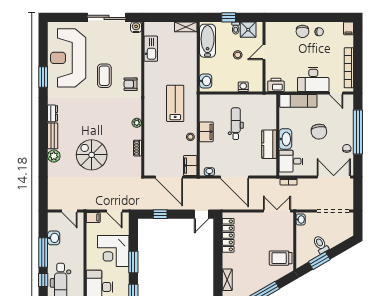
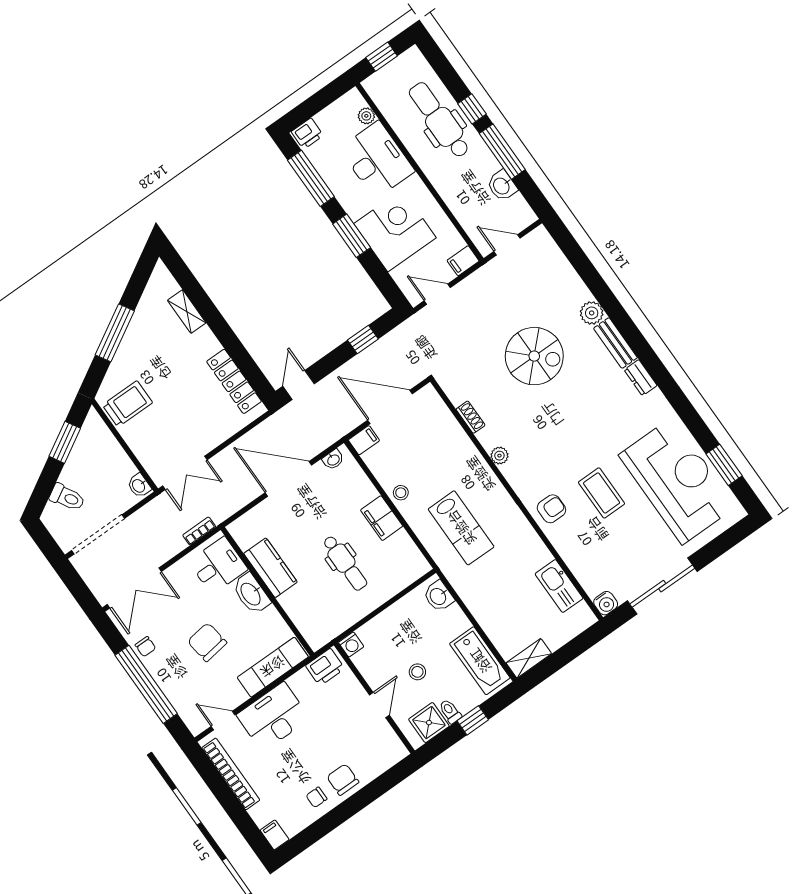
window: (43, 77) -> (724, 465), moved
washing machine: (243, 87) -> (351, 644), moved
filing cabinet: (190, 166) -> (364, 440), width x0.50
toilet: (321, 245) -> (67, 497), moved

